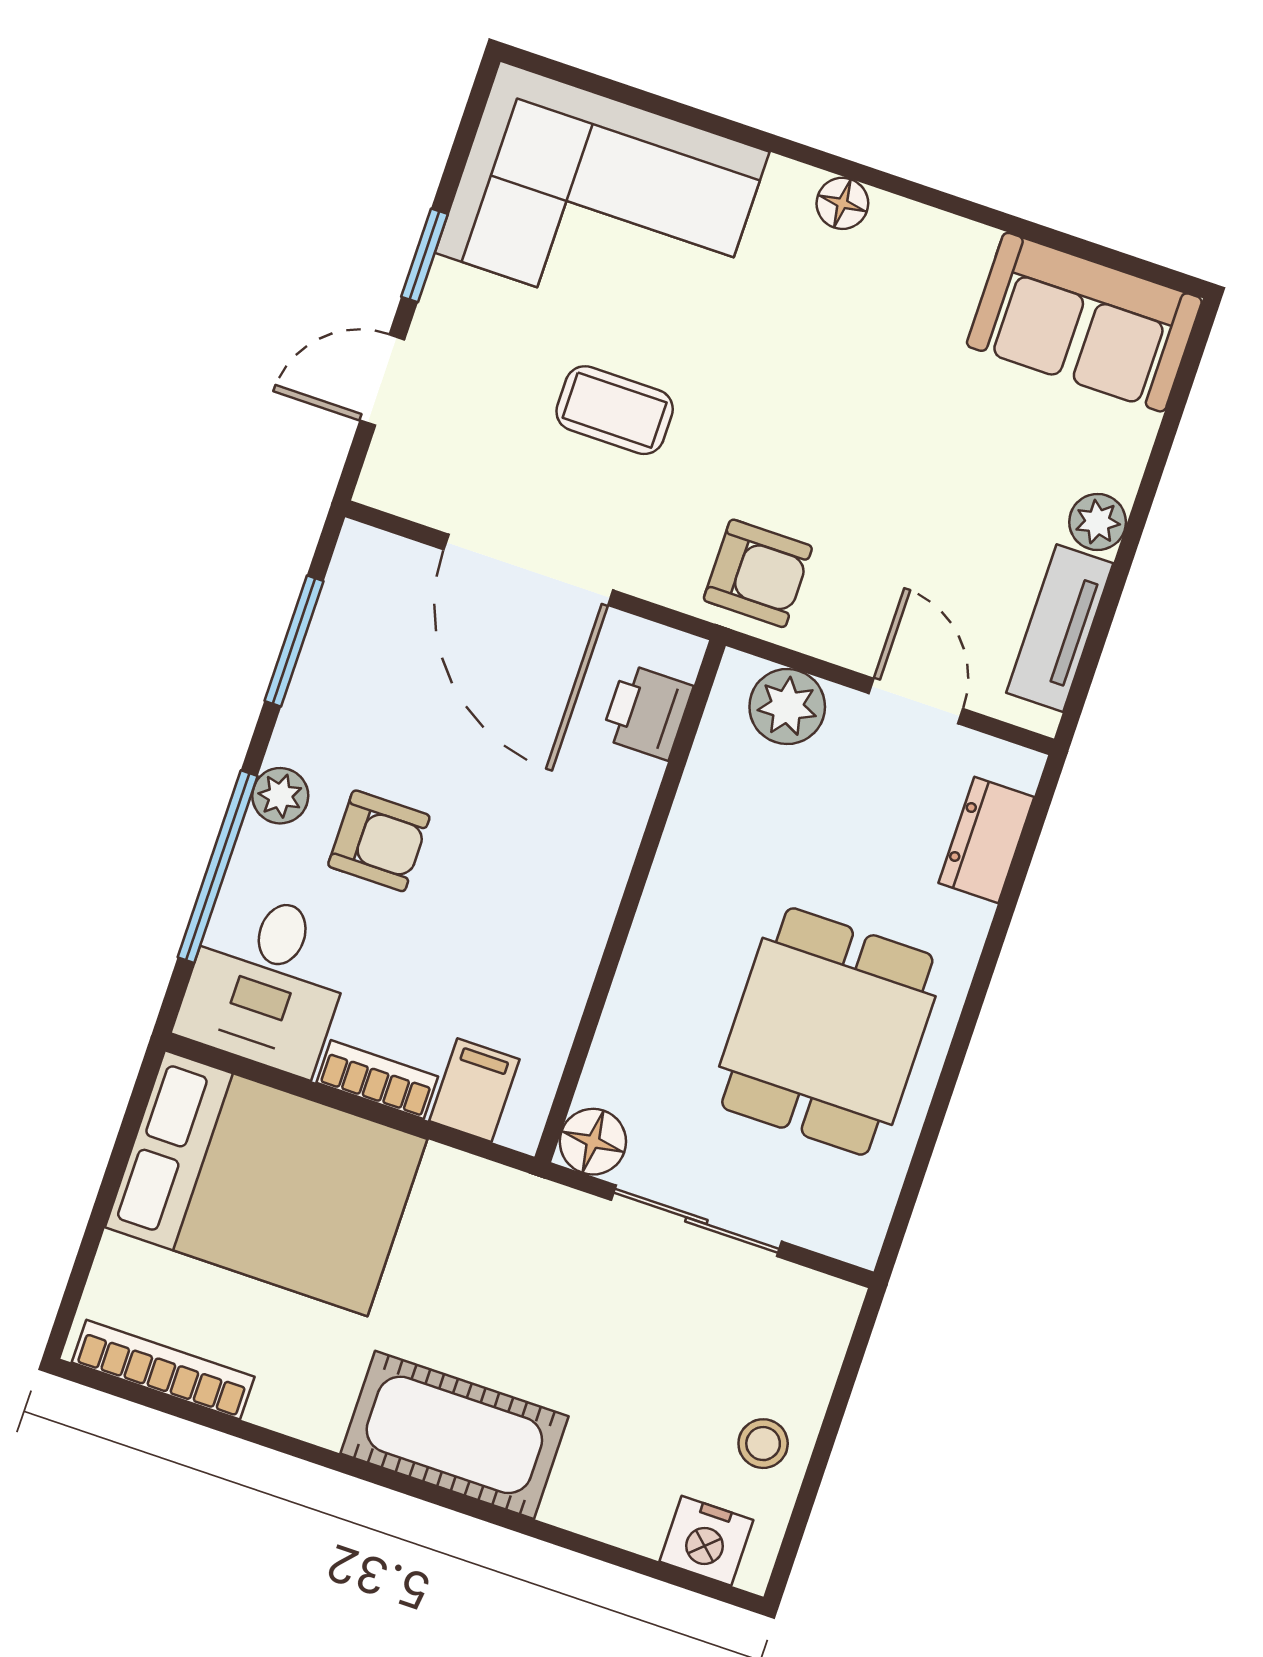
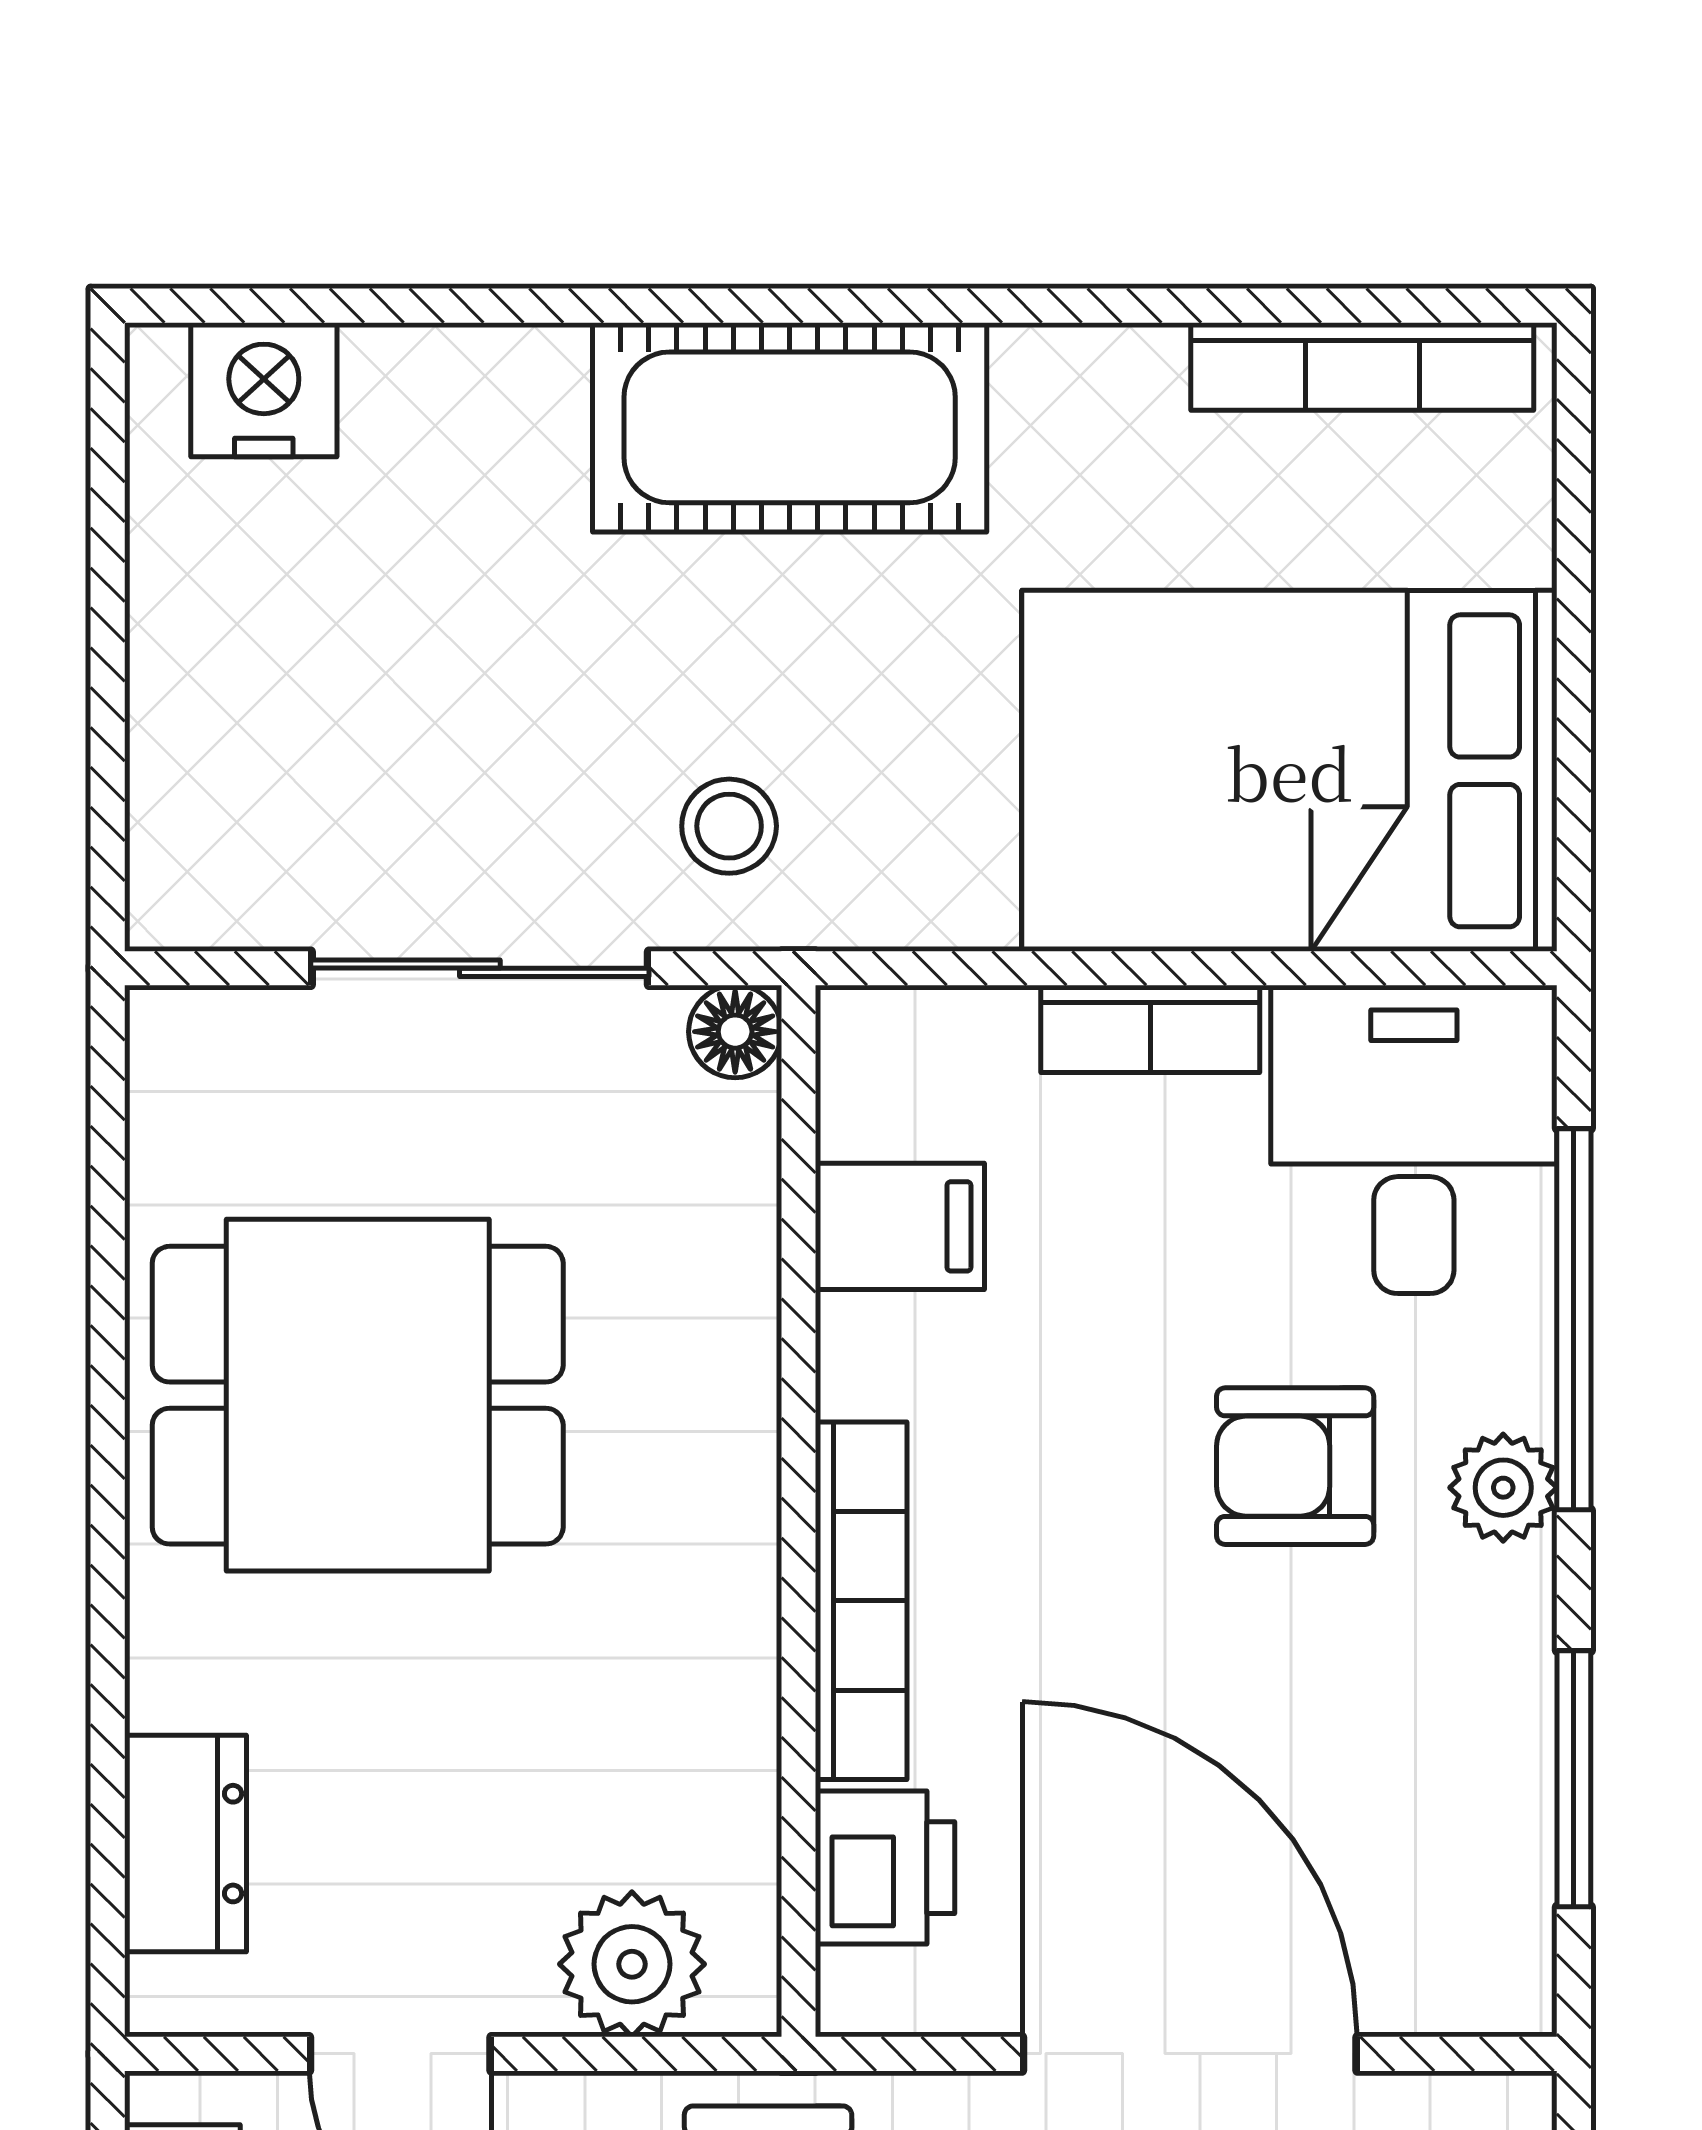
bookcase: (614, 847) -> (861, 1601), added
dining table: (827, 1031) -> (358, 1395), turned 90
filing cabinet: (474, 1090) -> (900, 1226), moved, turned -90
floor lamp: (593, 1142) -> (735, 1032), width x0.73, depth x0.73
stool: (763, 1444) -> (729, 826), moved

